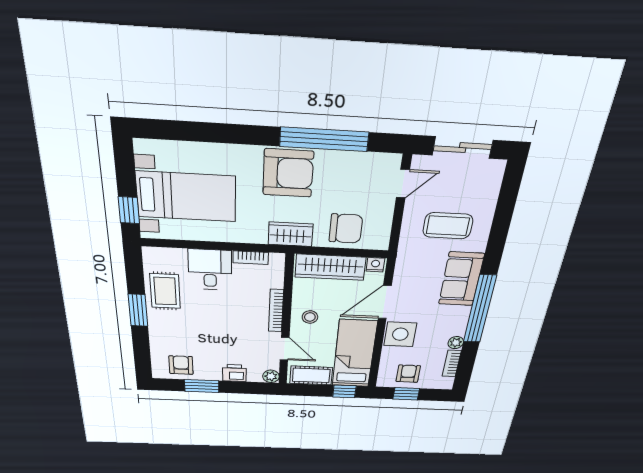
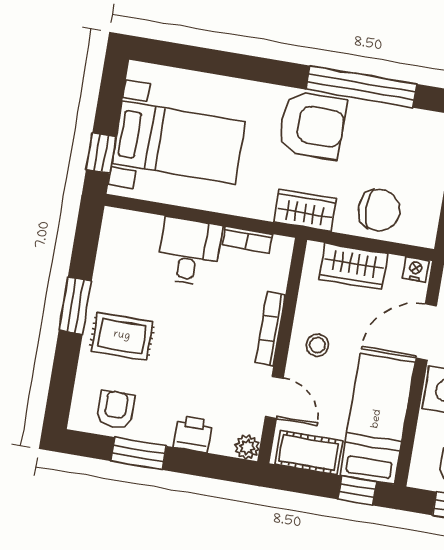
wardrobe: (330, 267) -> (354, 266), width x0.67
rug: (165, 291) -> (122, 336), moved, turned 90

